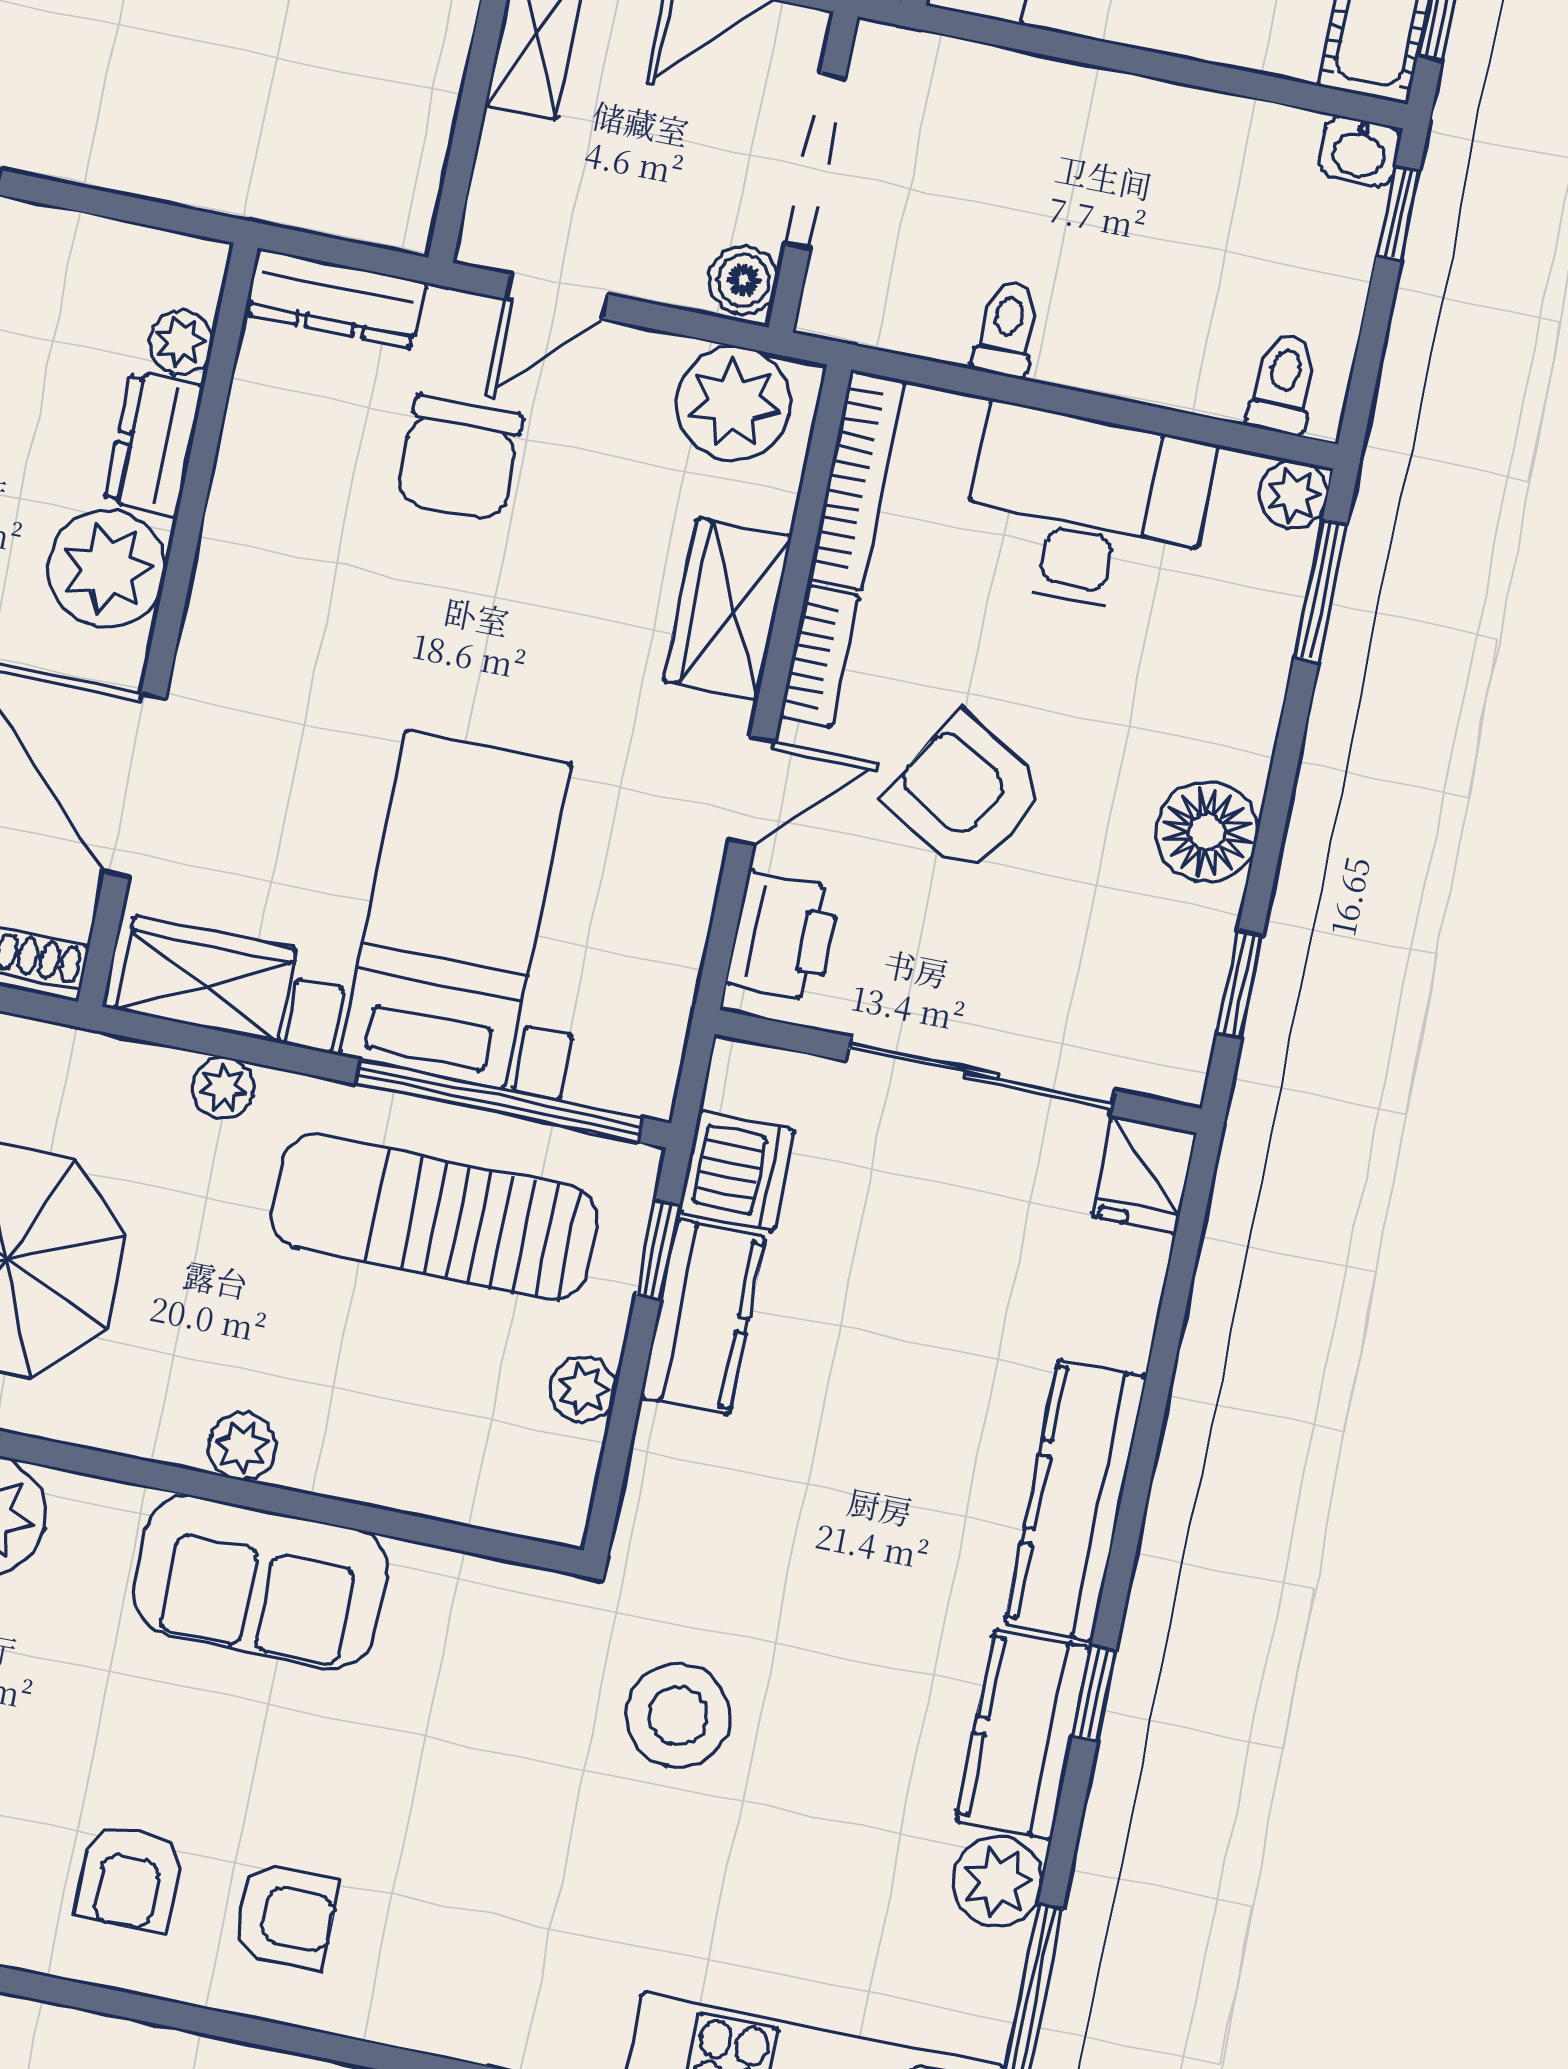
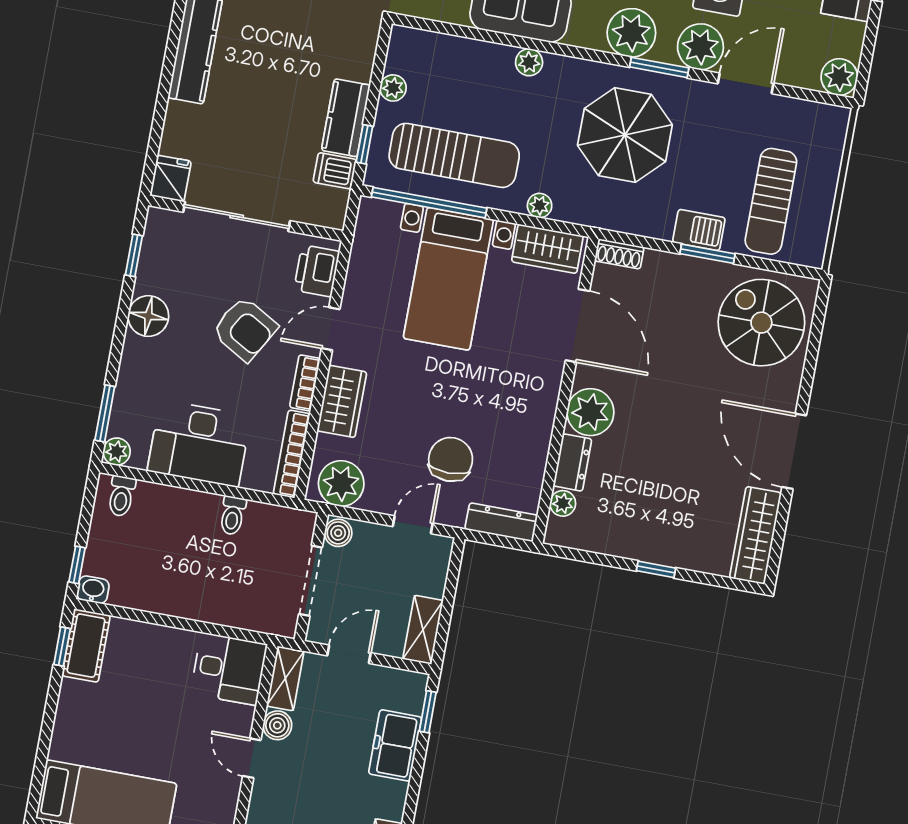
dishwasher: (736, 1171) -> (335, 171), width x0.73

